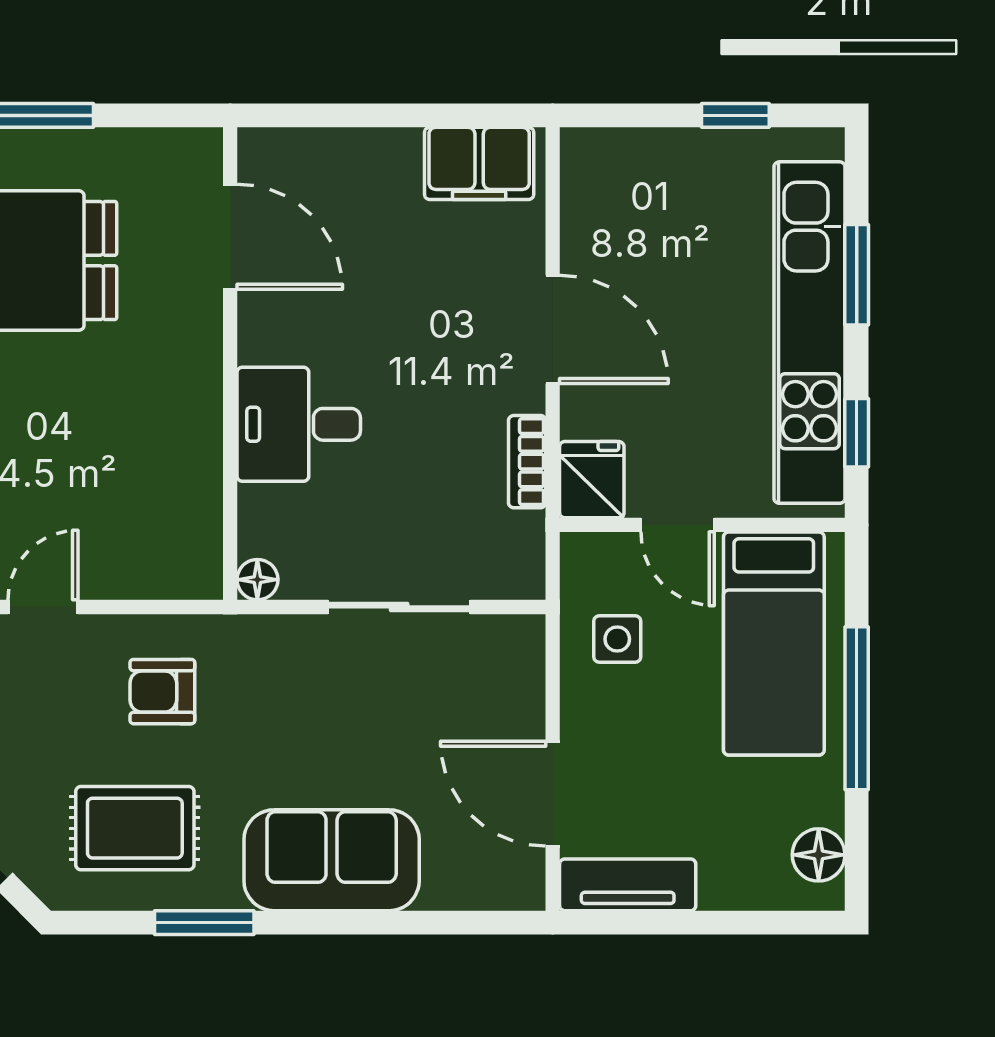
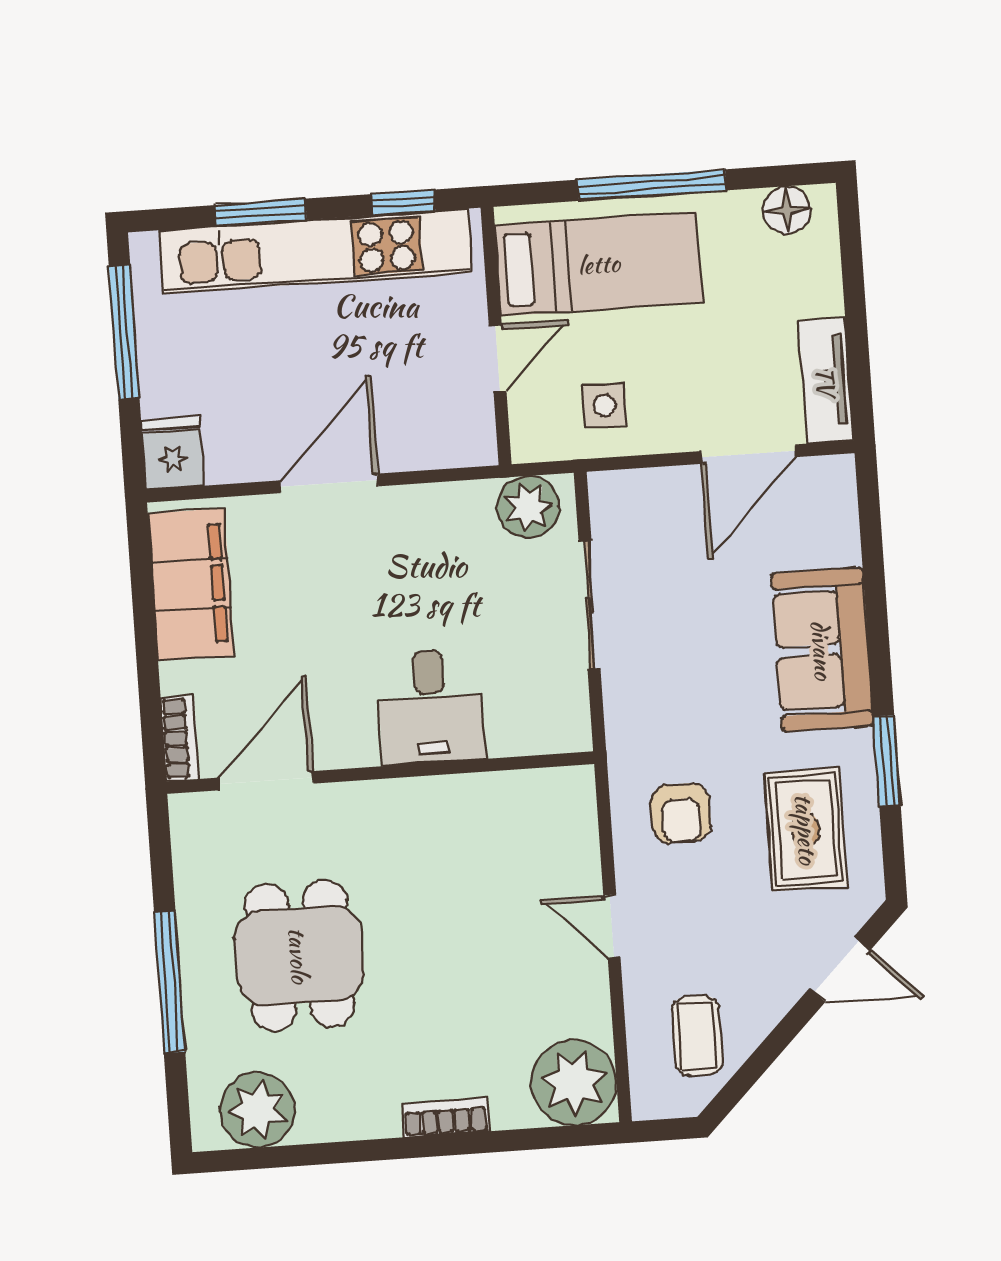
window: (735, 115) -> (124, 332), width x2.17
filing cabinet: (479, 163) -> (191, 585), width x1.50, depth x1.17
bookcase: (527, 462) -> (180, 738), moved, turned -90
fridge: (592, 480) -> (172, 453), moved, turned 90
plant: (511, 547) -> (528, 507), added
floor lamp: (257, 580) -> (574, 734), removed

